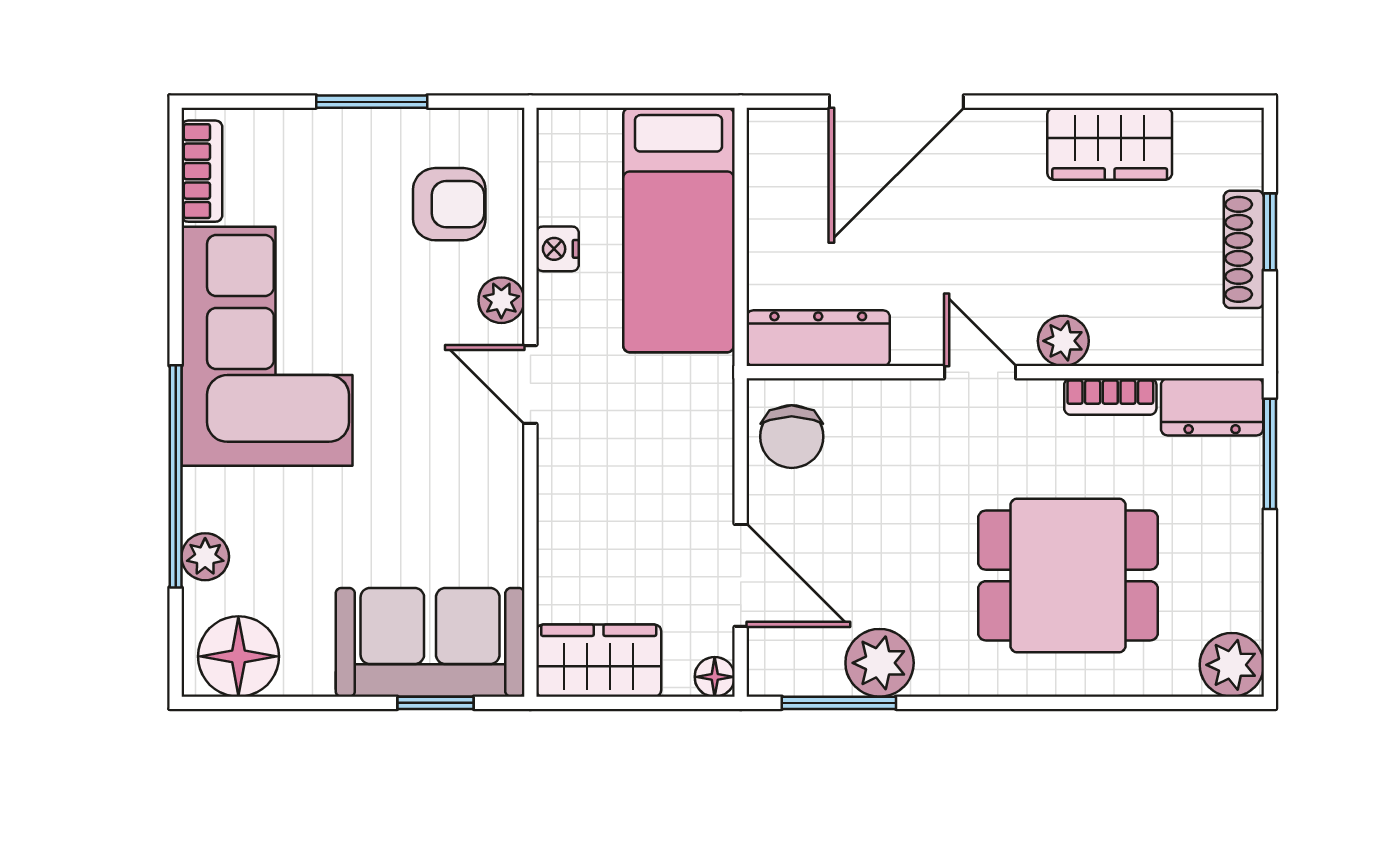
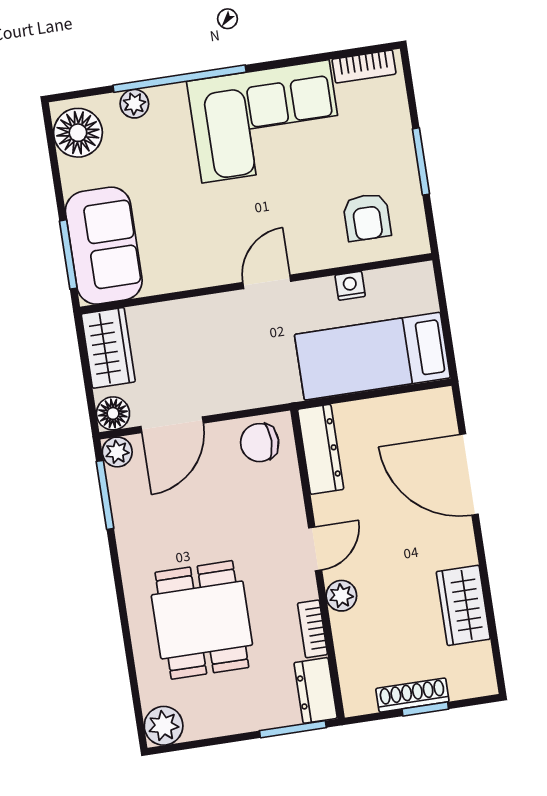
plant: (501, 300) -> (314, 257), removed
plant: (880, 663) -> (117, 452), moved, width x0.73, depth x0.73
floor lamp: (715, 677) -> (113, 413), width x1.37, depth x1.37
window: (436, 703) -> (68, 254), width x1.50

